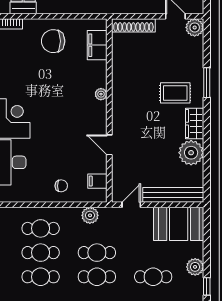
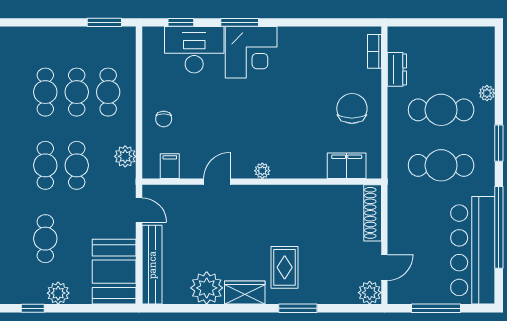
plant: (101, 94) -> (262, 171), moved

